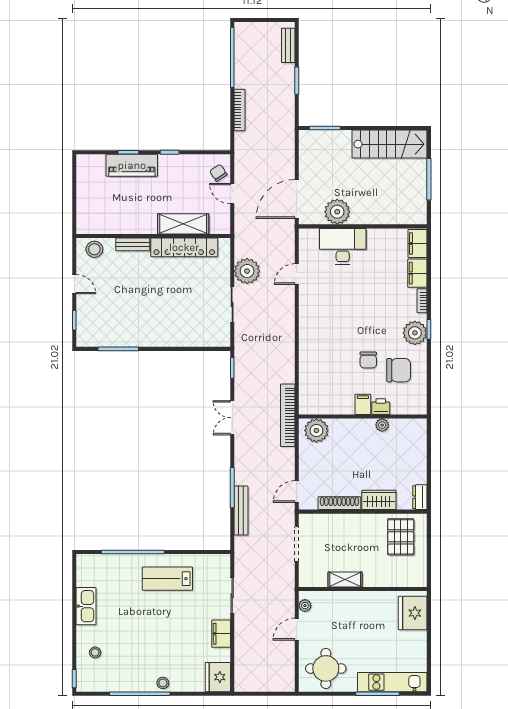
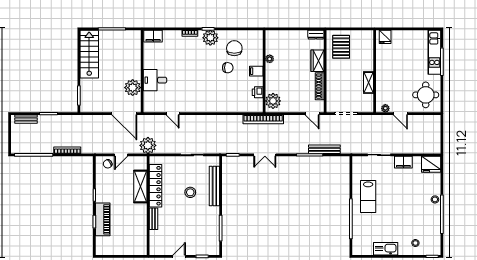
desk: (343, 246) -> (155, 80), width x0.73
stool: (94, 249) -> (190, 192), moved
plant: (247, 271) -> (148, 145), moved
filing cabinet: (417, 273) -> (172, 36), removed
bench: (184, 339) -> (214, 186), added
printer: (381, 407) -> (258, 92), moved
pallet: (401, 537) -> (341, 47), turned 90
fridge: (413, 613) -> (385, 37), width x0.53, depth x0.75

